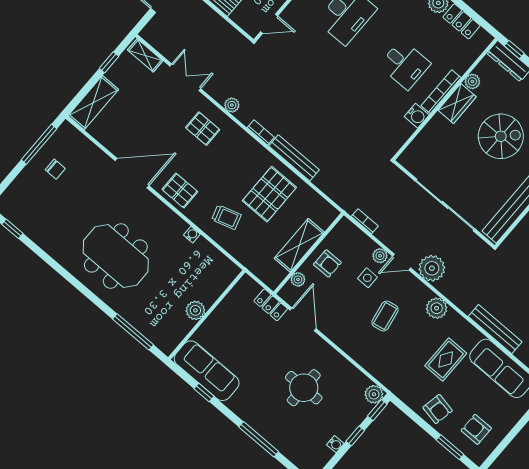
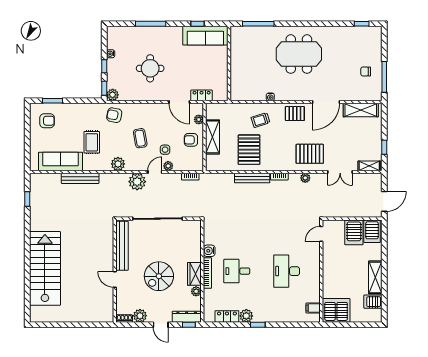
shelving: (93, 103) -> (361, 110), moved, turned 90
pallet: (203, 129) -> (310, 154), width x1.50, depth x1.42
plant: (195, 310) -> (236, 61), removed
armchair: (438, 409) -> (114, 115), moved

